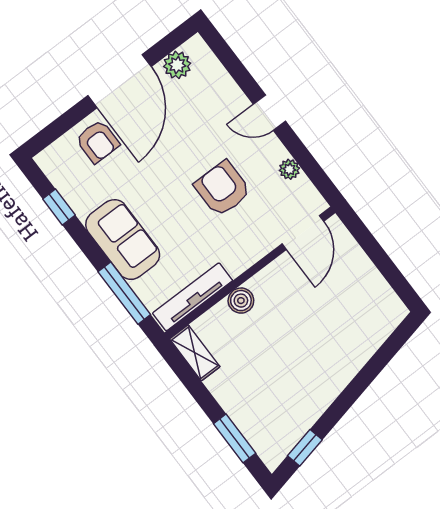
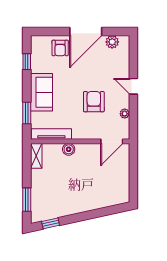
window: (124, 293) -> (27, 113), width x0.69

